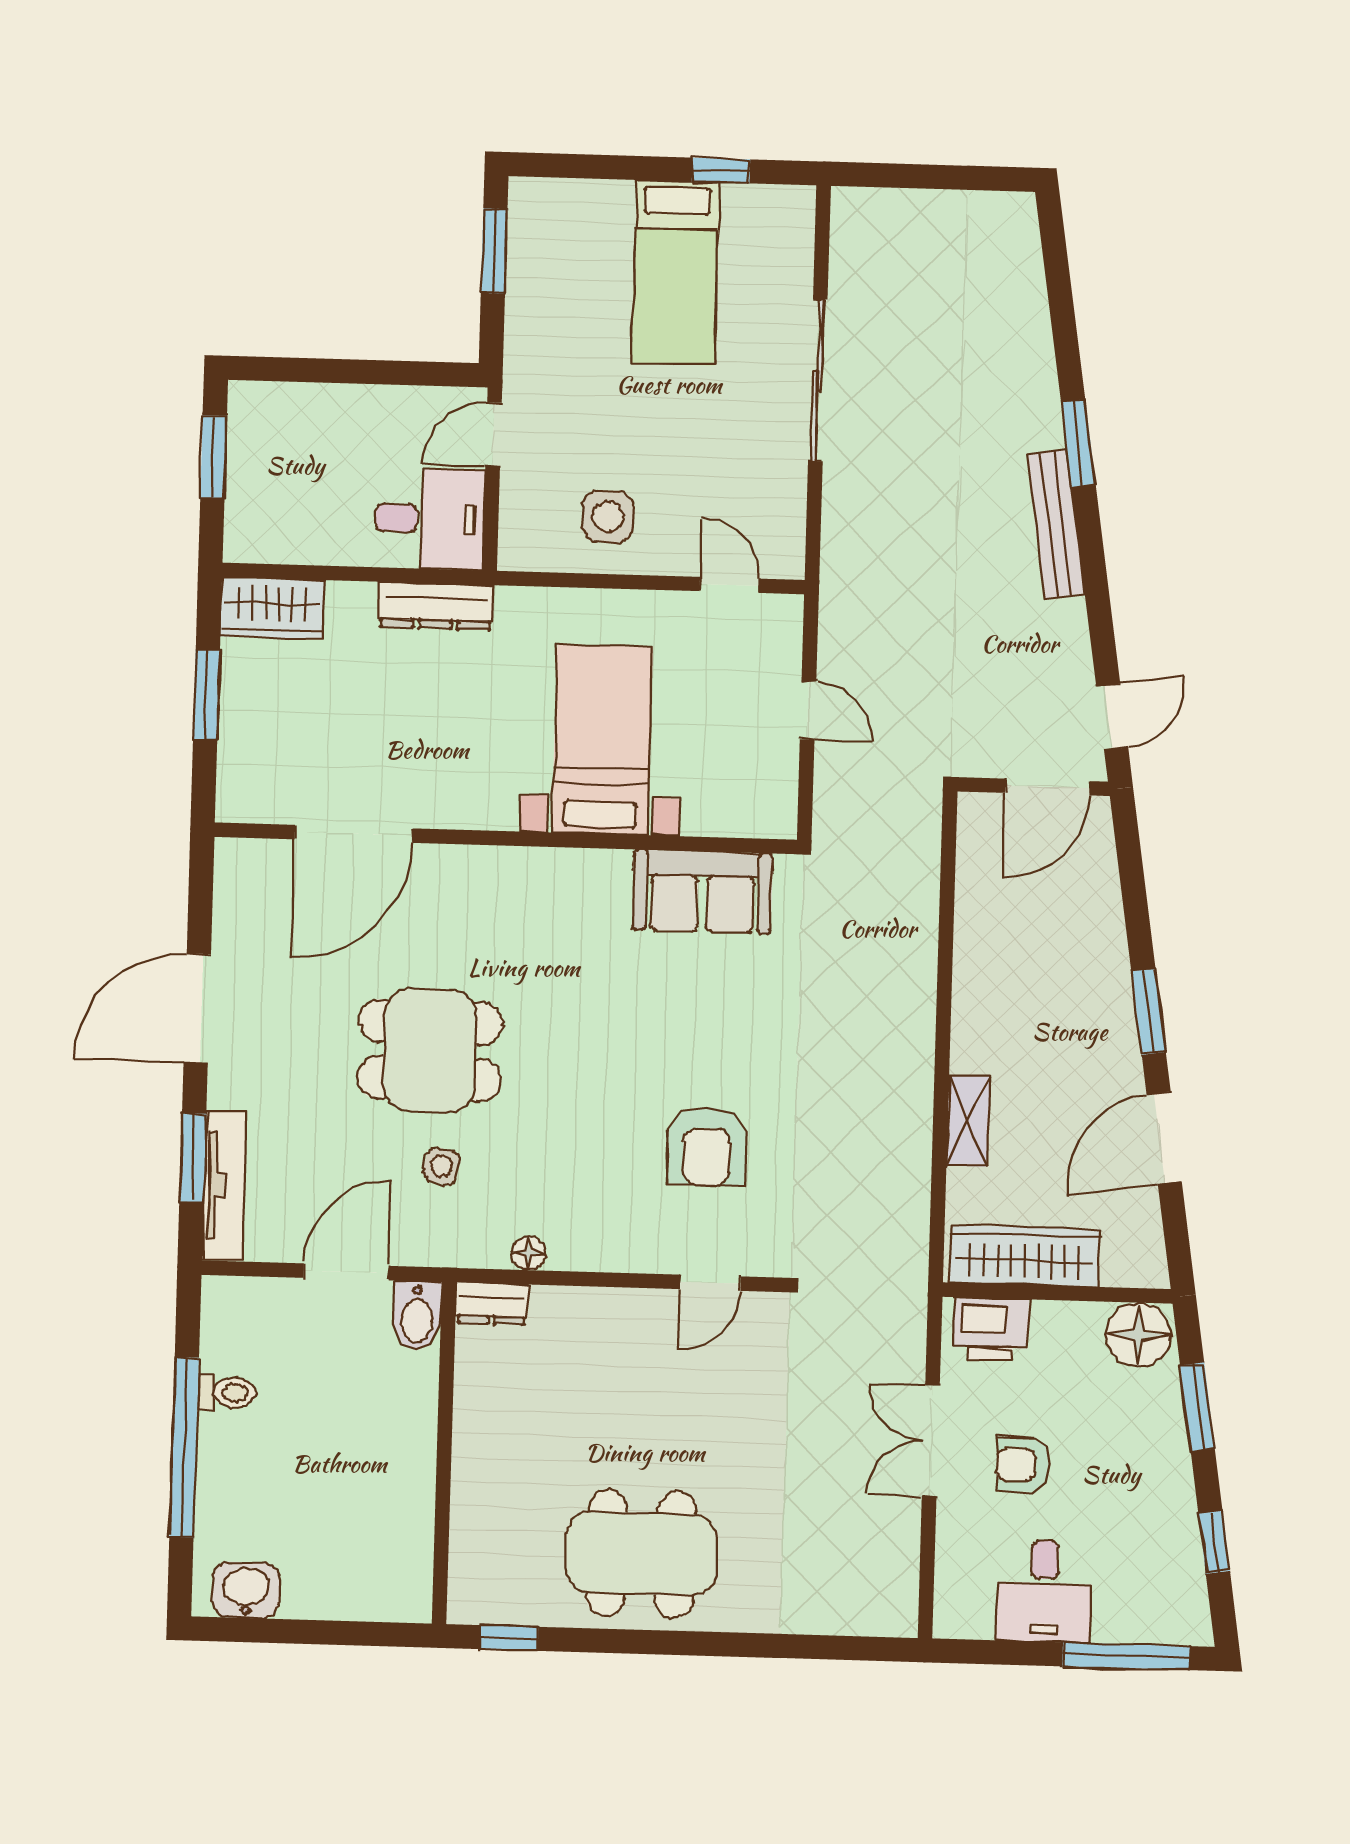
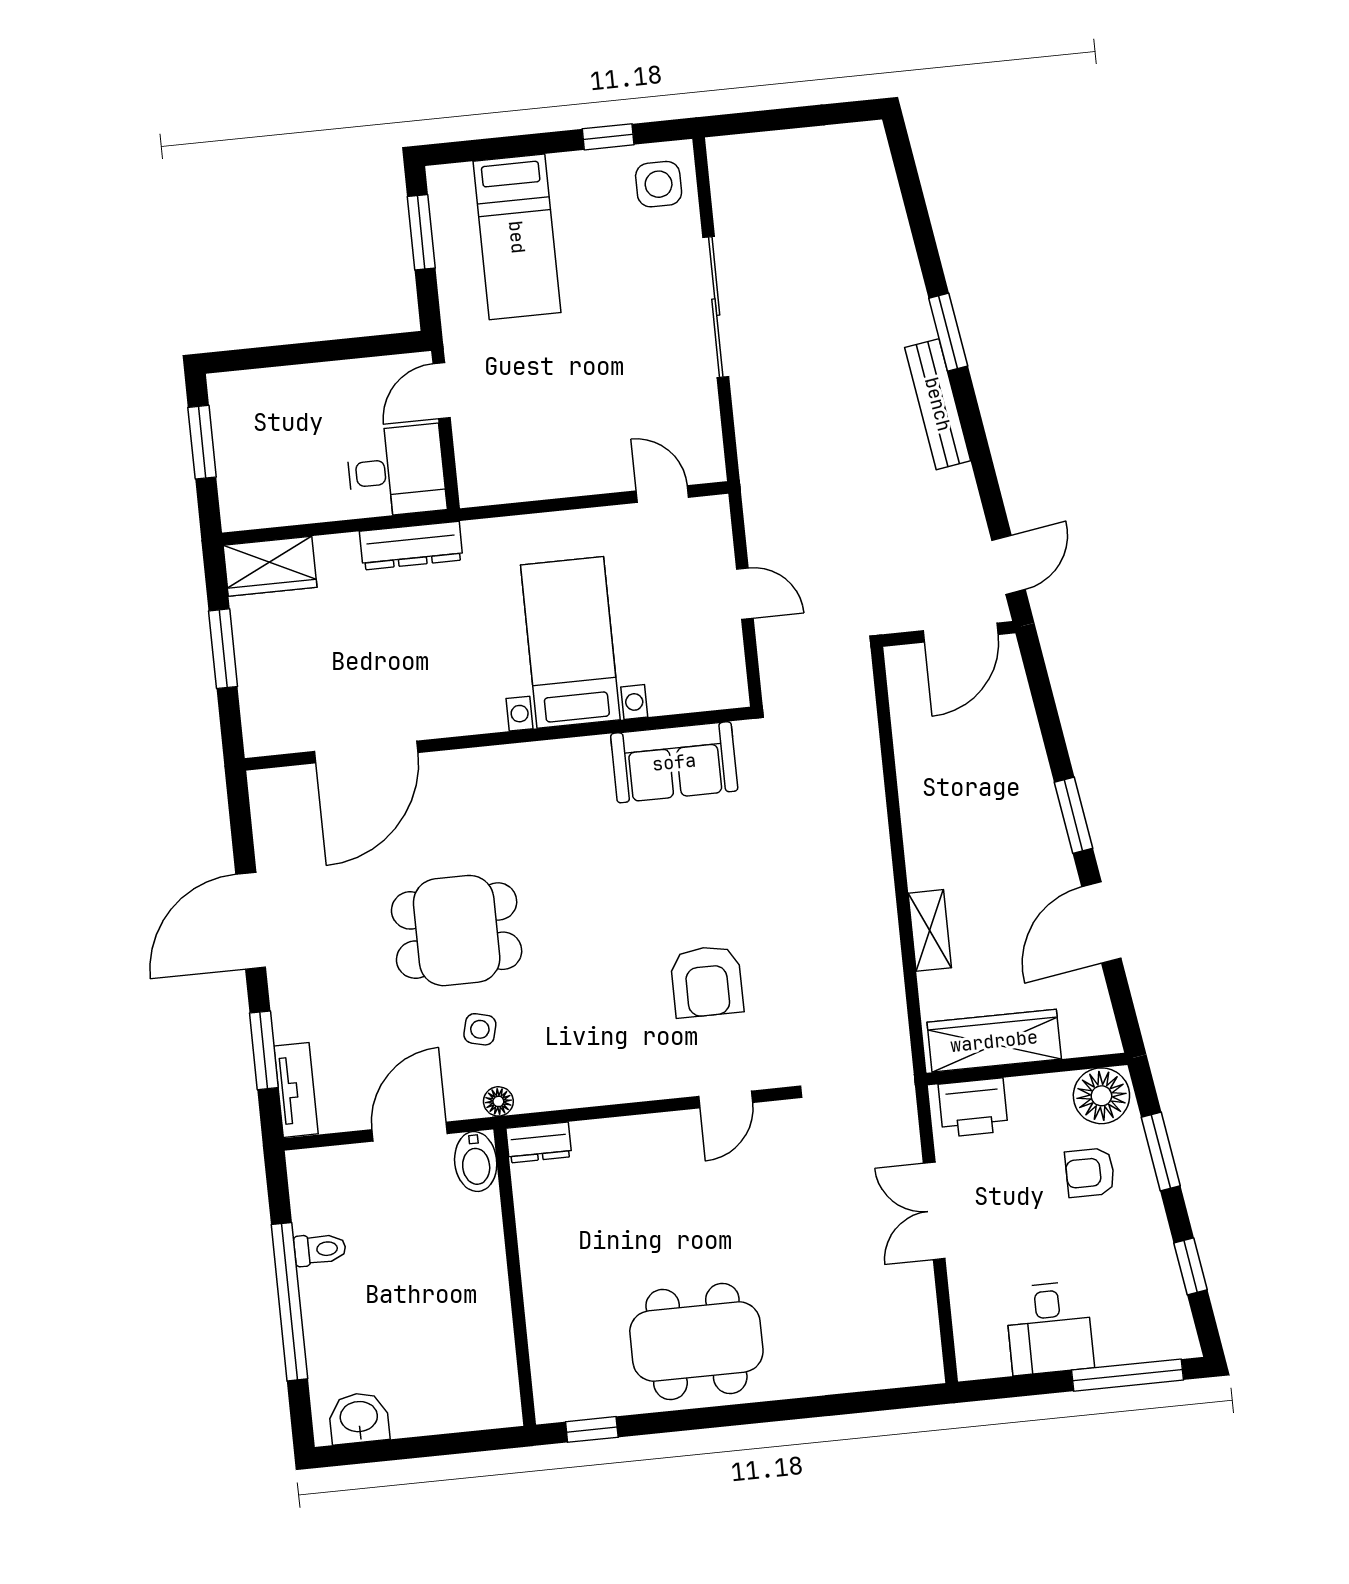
bed: (676, 273) -> (517, 237), moved
side table: (608, 517) -> (659, 184), moved
tv unit: (224, 1186) -> (296, 1090), width x0.71
floor lamp: (529, 1253) -> (498, 1101), moved
armchair: (1023, 1465) -> (1090, 1173), moved

